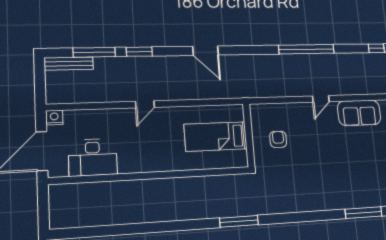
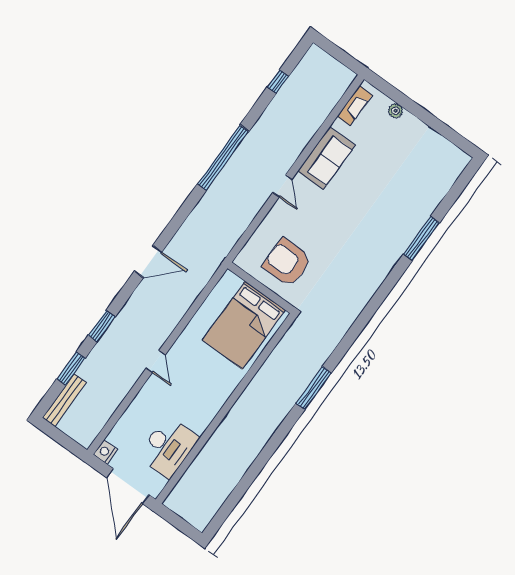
window: (94, 52) -> (71, 369), width x0.69
bed: (216, 137) -> (244, 325), width x1.50
armchair: (278, 139) -> (287, 262), width x1.88, depth x1.88
window: (239, 221) -> (314, 388), moved

